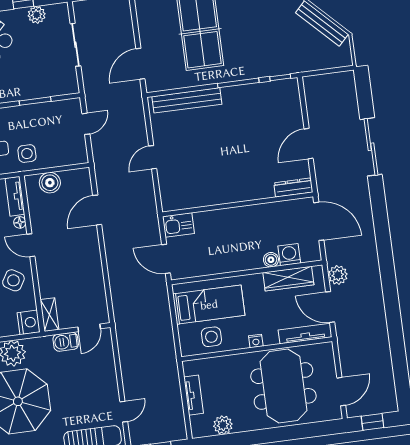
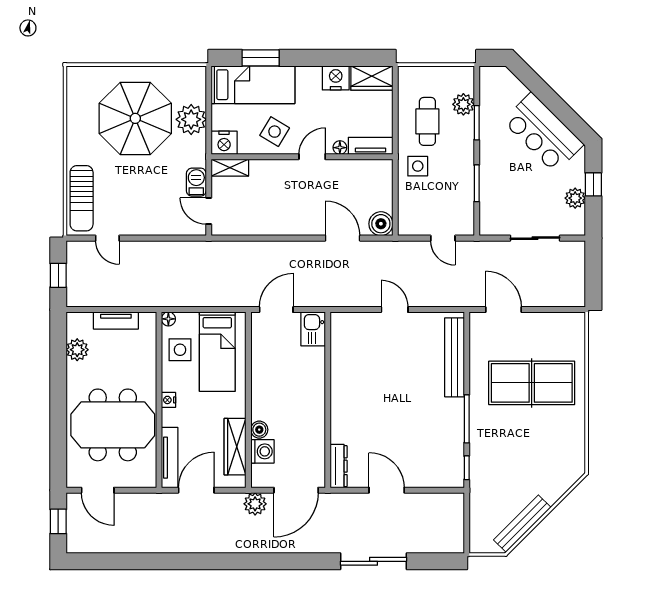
boiler: (50, 183) -> (381, 224), moved
plant: (338, 275) -> (255, 504), moved
floor lamp: (186, 350) -> (168, 319), added

